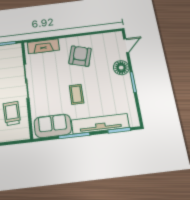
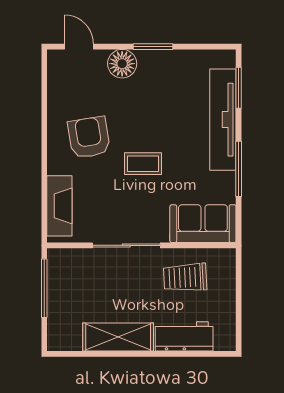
armchair: (80, 56) -> (89, 137), turned 65
coffee table: (76, 94) -> (143, 164), moved
sofa: (53, 126) -> (203, 224), moved, turned 90

